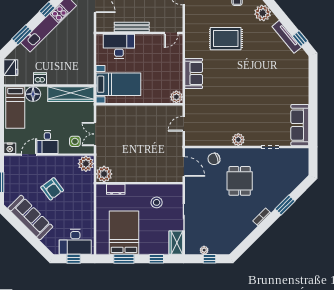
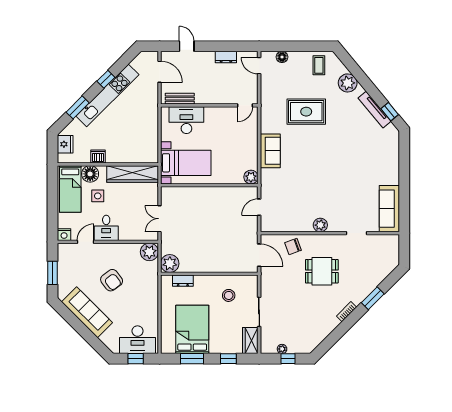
bench: (132, 27) -> (180, 99), moved, width x0.73
side table: (75, 141) -> (98, 196), moved
dining table: (240, 181) -> (322, 271), turned 90

